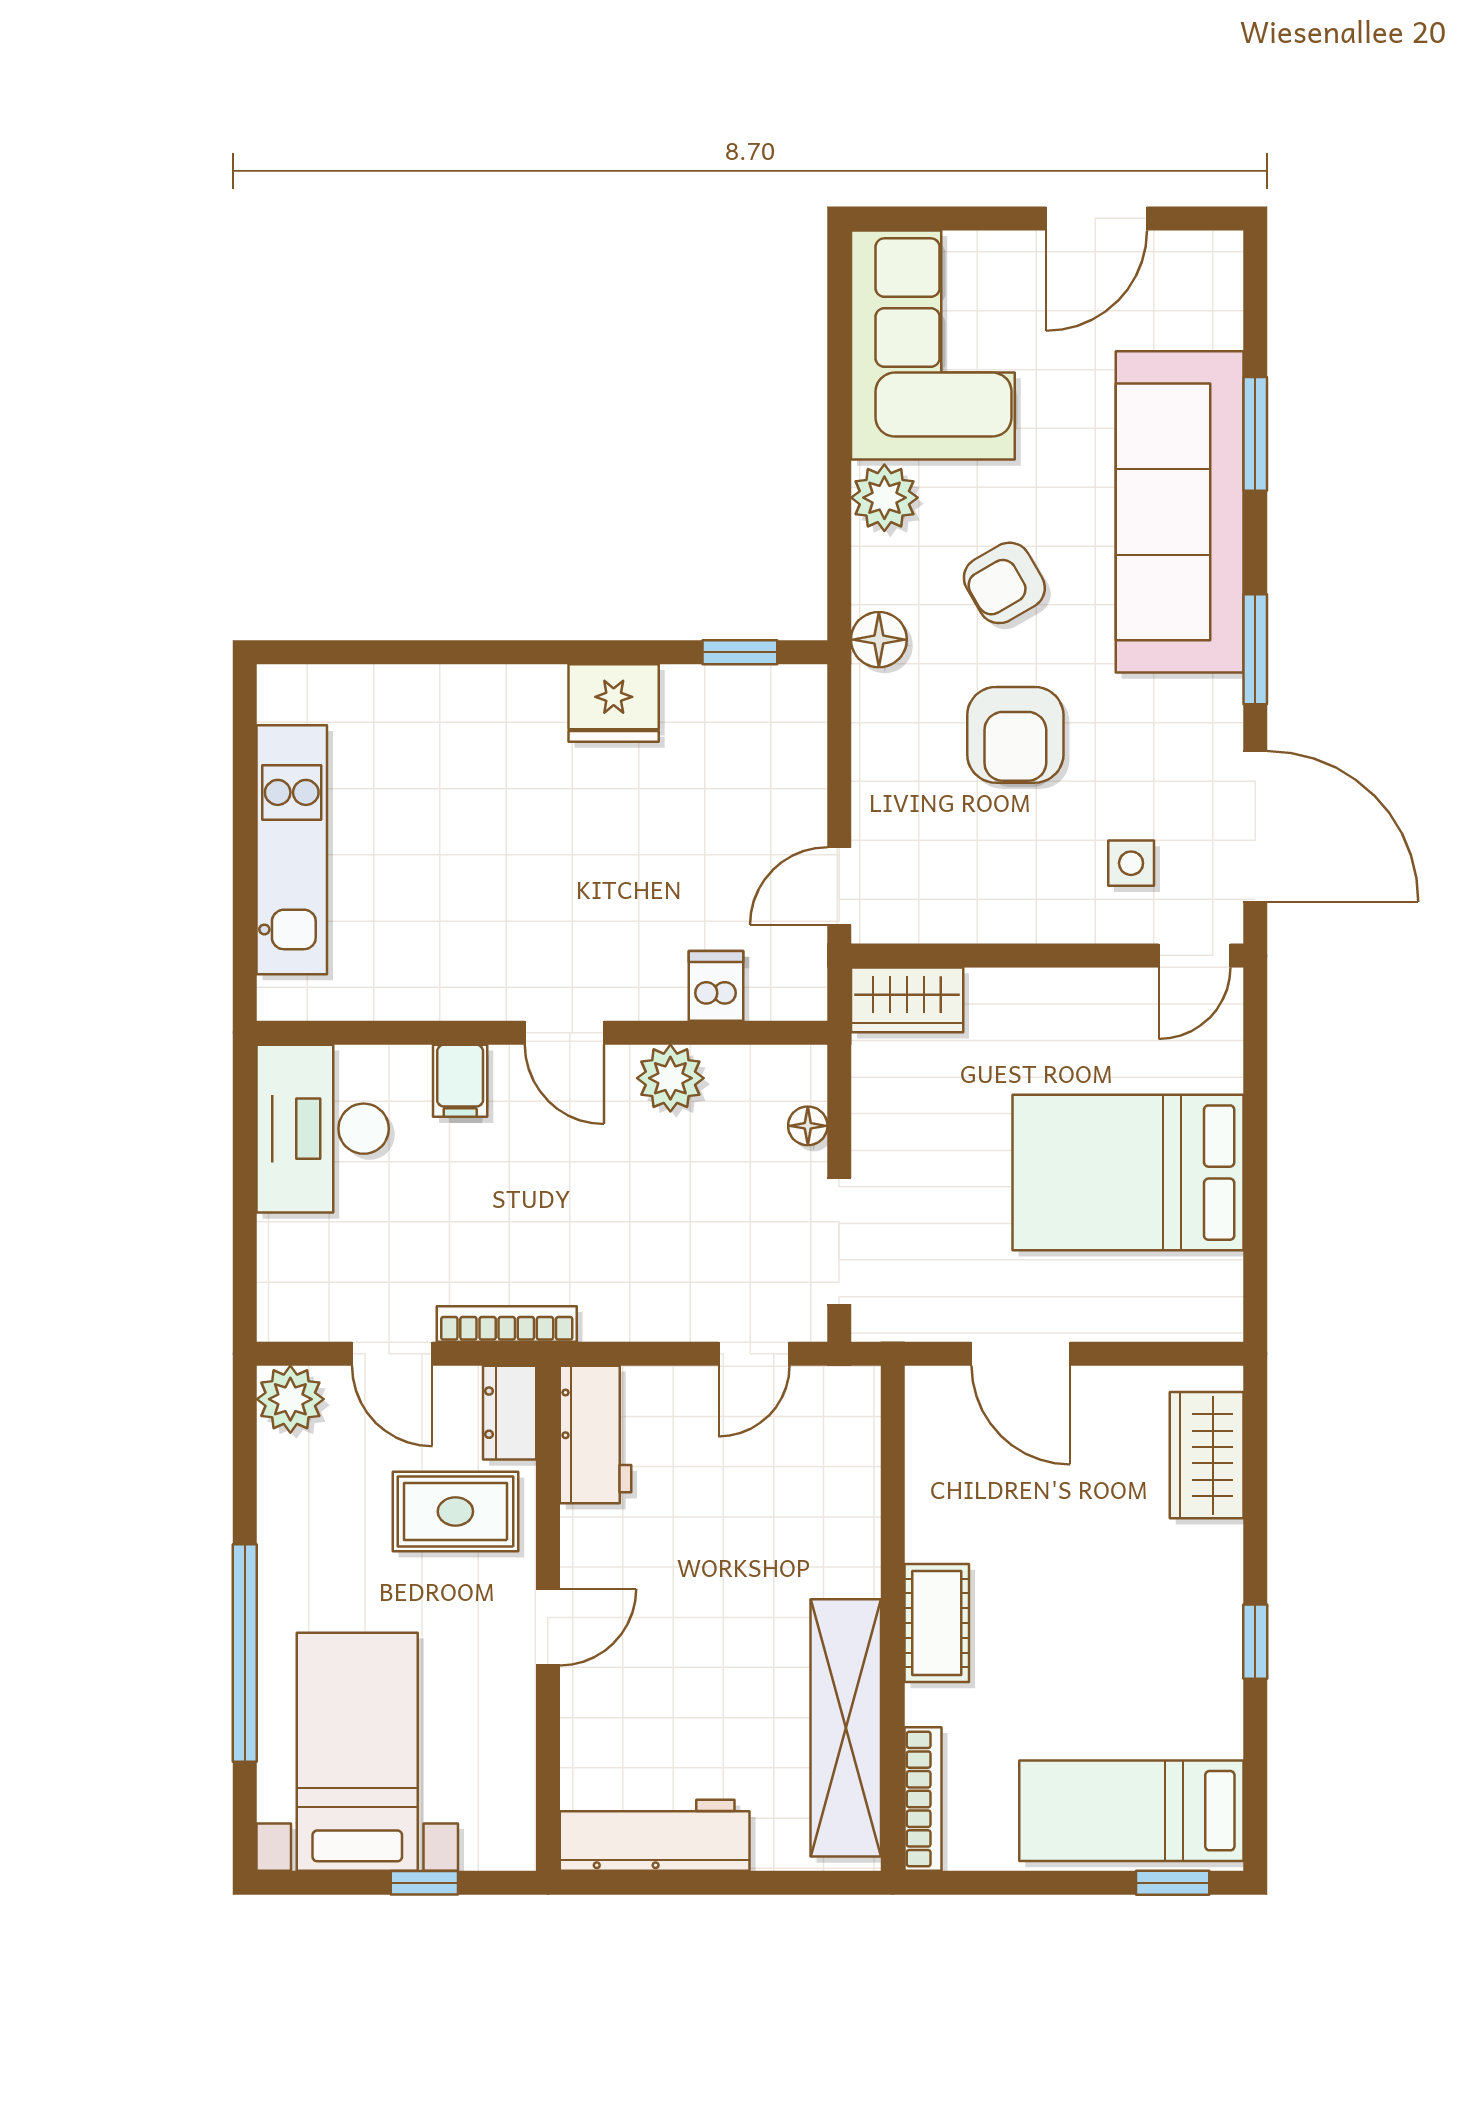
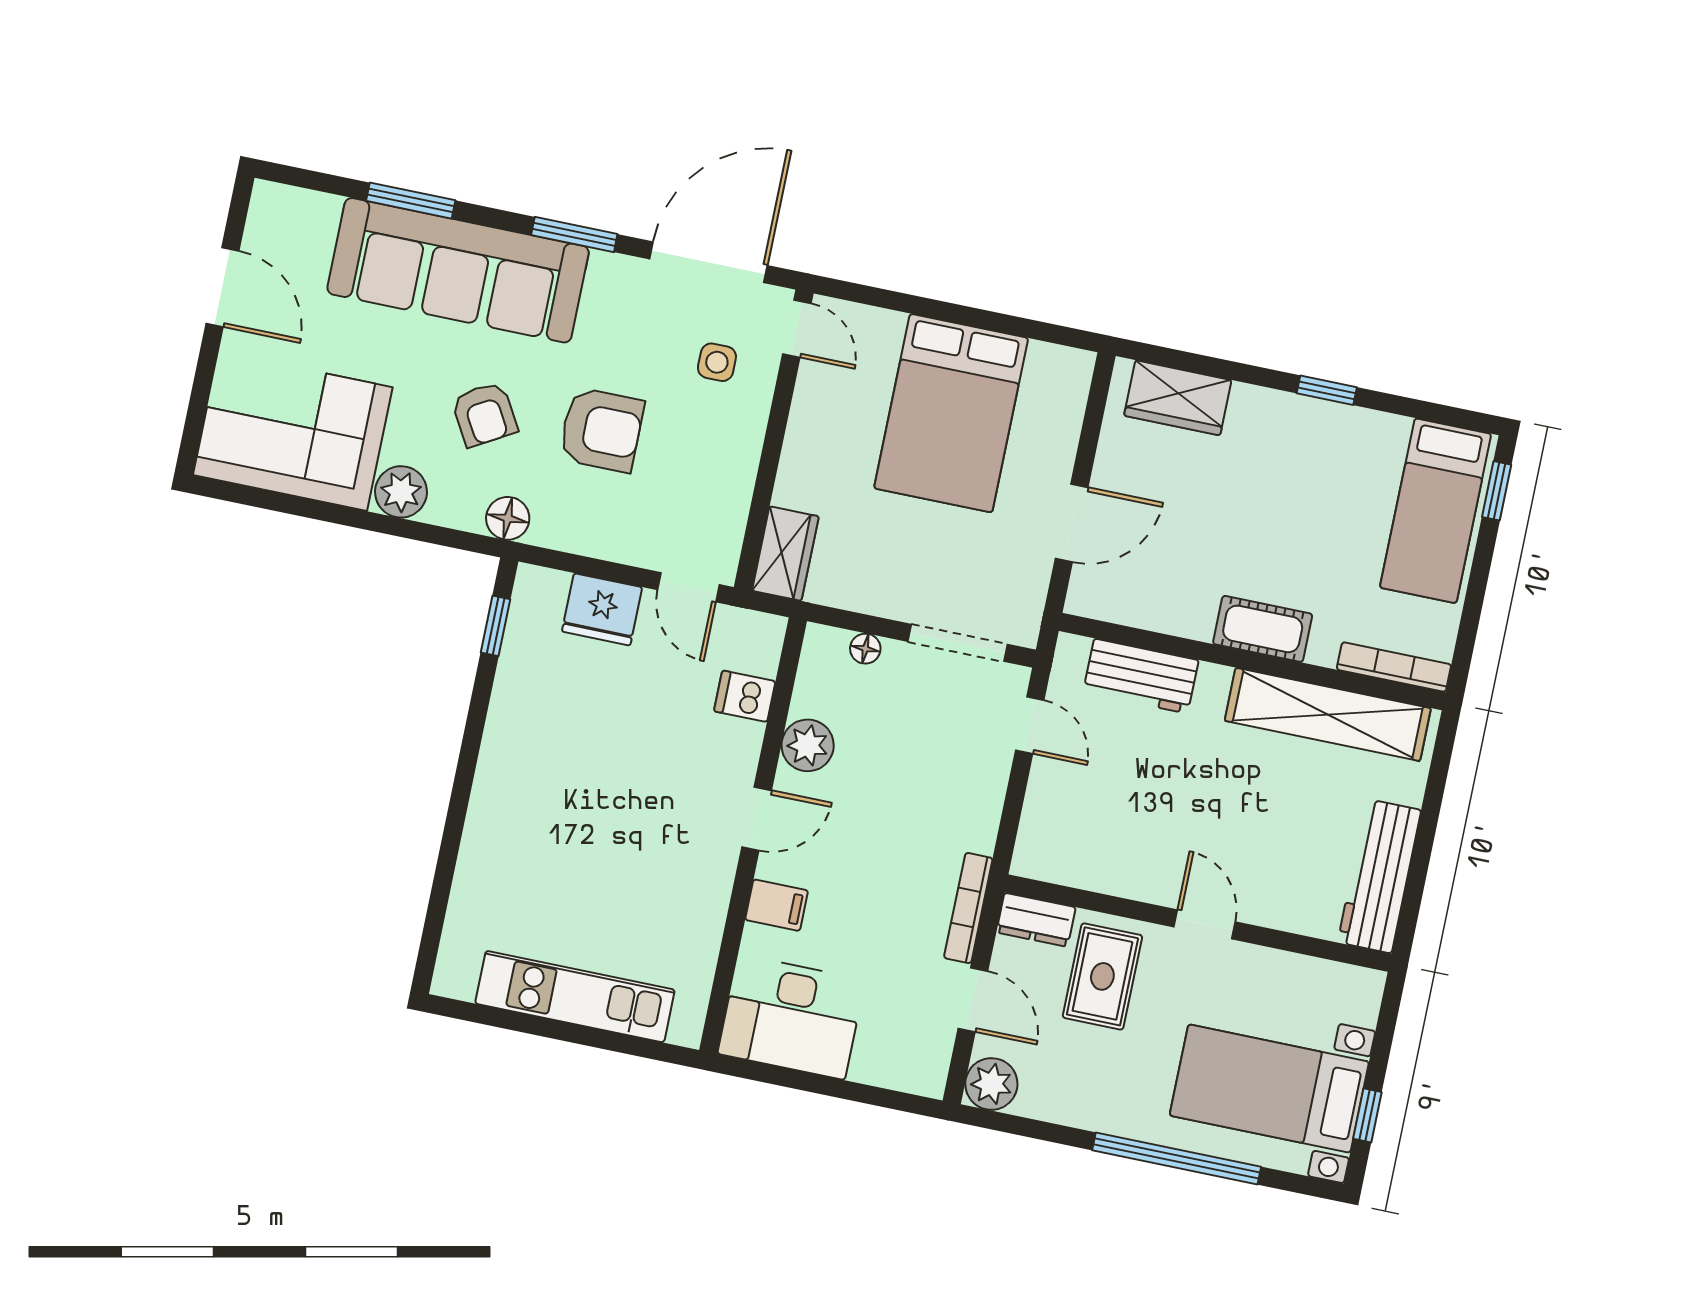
fridge: (614, 703) -> (602, 609), moved, turned 90
door: (392, 1354) -> (973, 1000), hinge flipped
workbench: (595, 1435) -> (1141, 676), moved, turned 180
window: (424, 1883) -> (1367, 1115), moved

